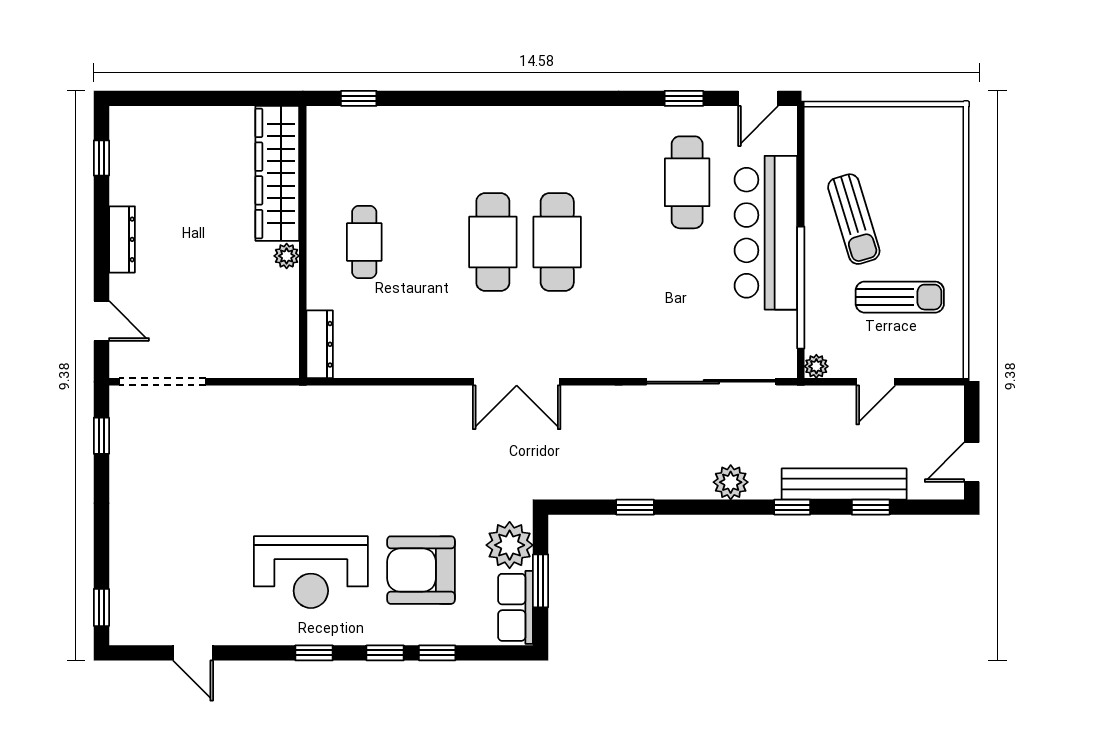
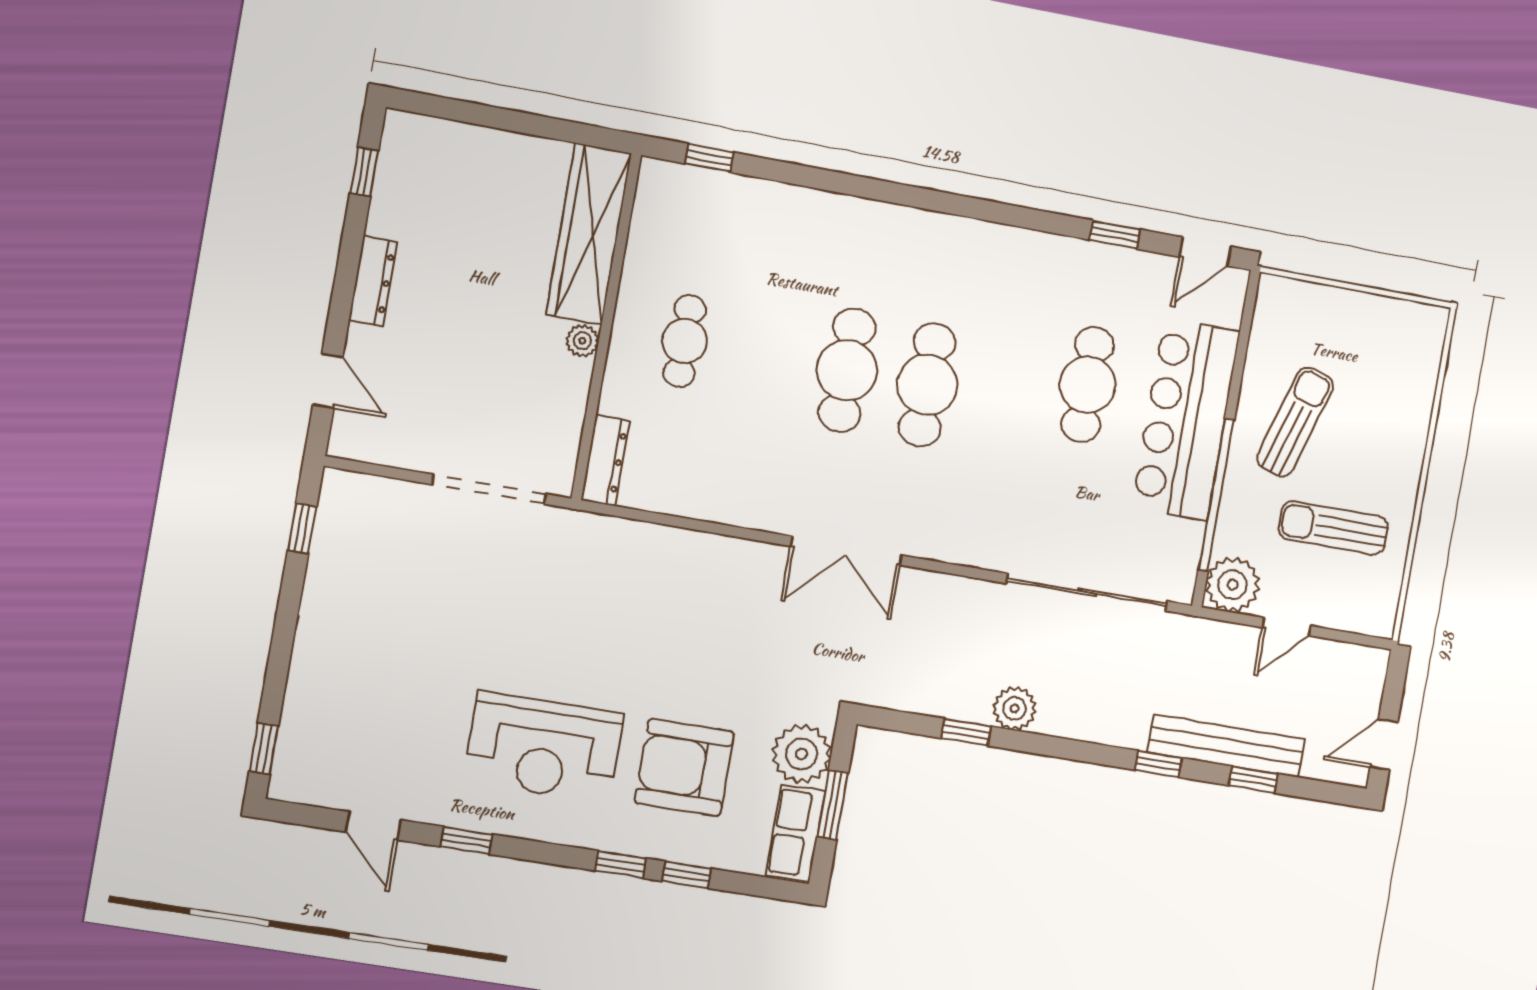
cafe table: (687, 182) -> (1088, 385), moved
sun lounger: (854, 219) -> (1295, 422), turned -146
sun lounger: (900, 297) -> (1333, 528), turned 180
plant: (816, 366) -> (1233, 585), width x1.87, depth x1.87
doorway: (162, 382) -> (489, 489), moved
plant: (731, 482) -> (1015, 708), moved
window: (314, 653) -> (466, 840), moved

